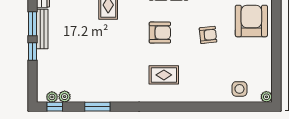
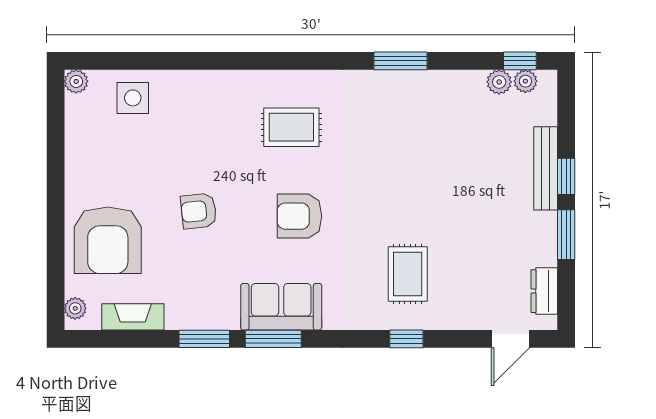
bench: (42, 29) -> (546, 168), moved
window: (97, 107) -> (400, 61), moved

